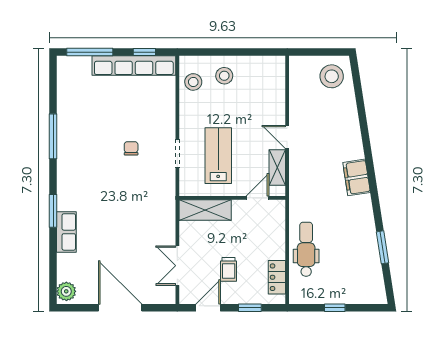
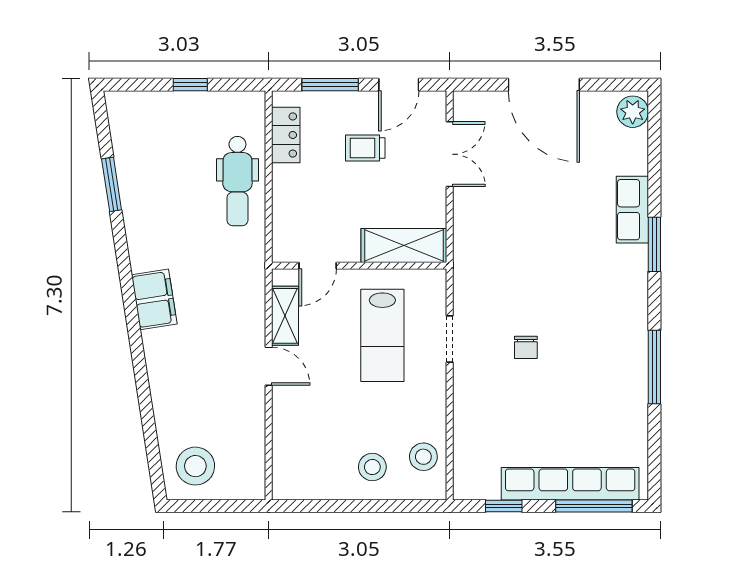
row of seats: (134, 66) -> (570, 484), moved
trolley: (229, 269) -> (365, 148), turned -90
window: (250, 308) -> (330, 85), width x1.50

